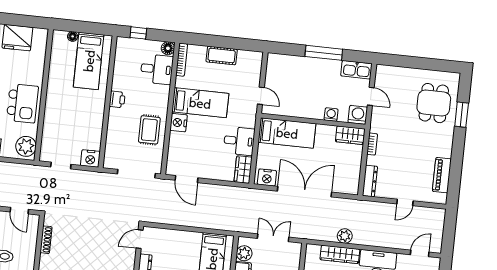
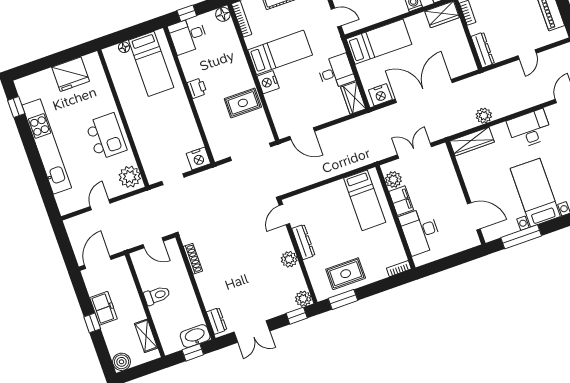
desk: (157, 69) -> (188, 35), moved, turned 180
rug: (149, 130) -> (243, 103), turned 90
wardrobe: (340, 254) -> (472, 141), moved

